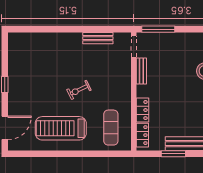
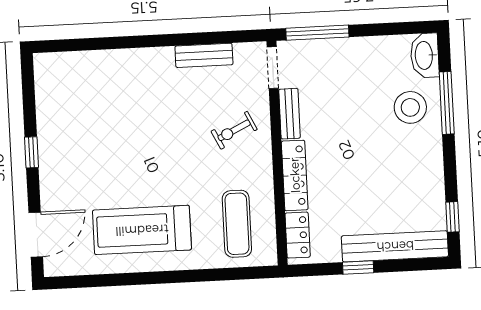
exercise bike: (79, 90) -> (234, 130), moved
locker: (142, 110) -> (295, 175), width x1.53
window: (173, 154) -> (358, 267), width x0.67

